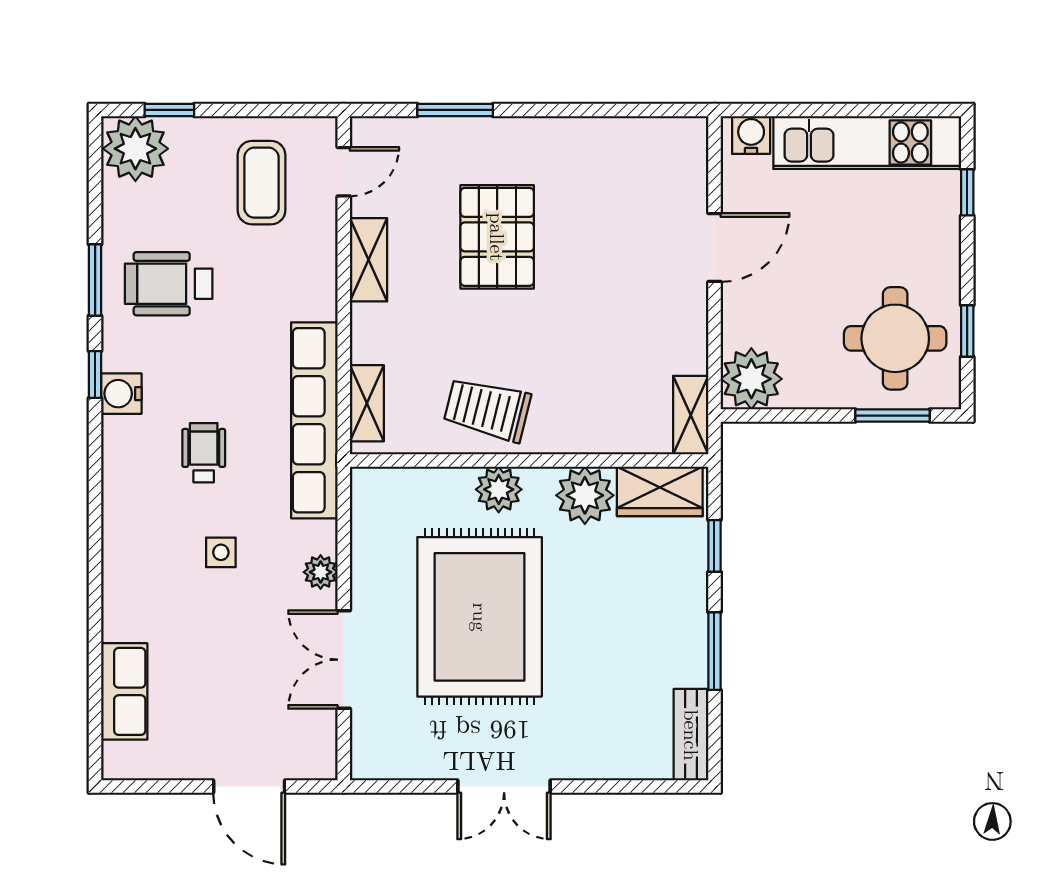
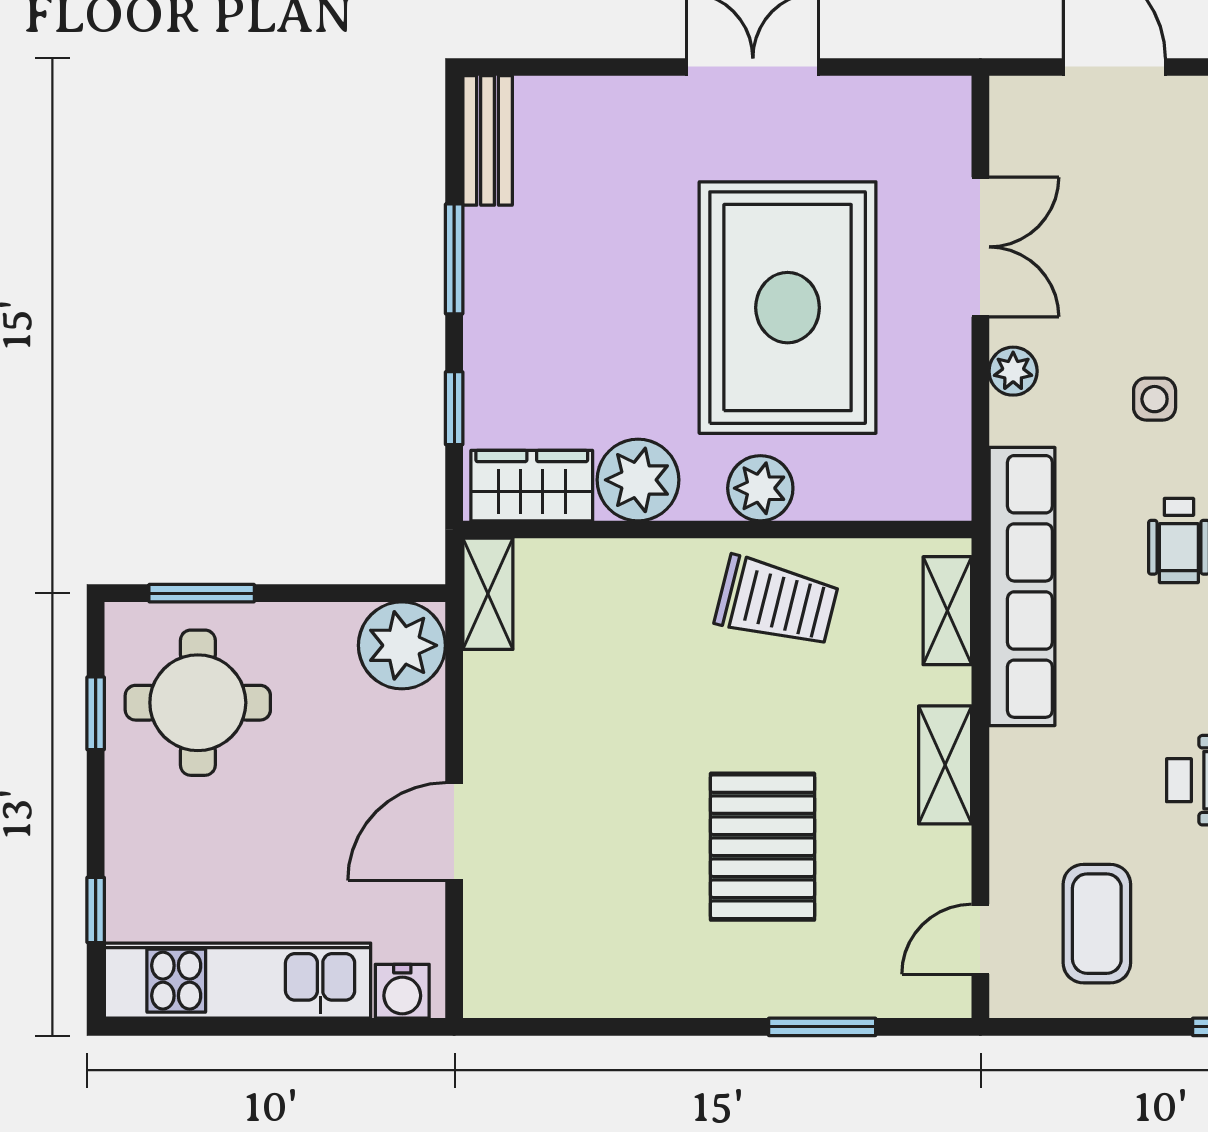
shelving: (368, 260) -> (945, 765), moved

